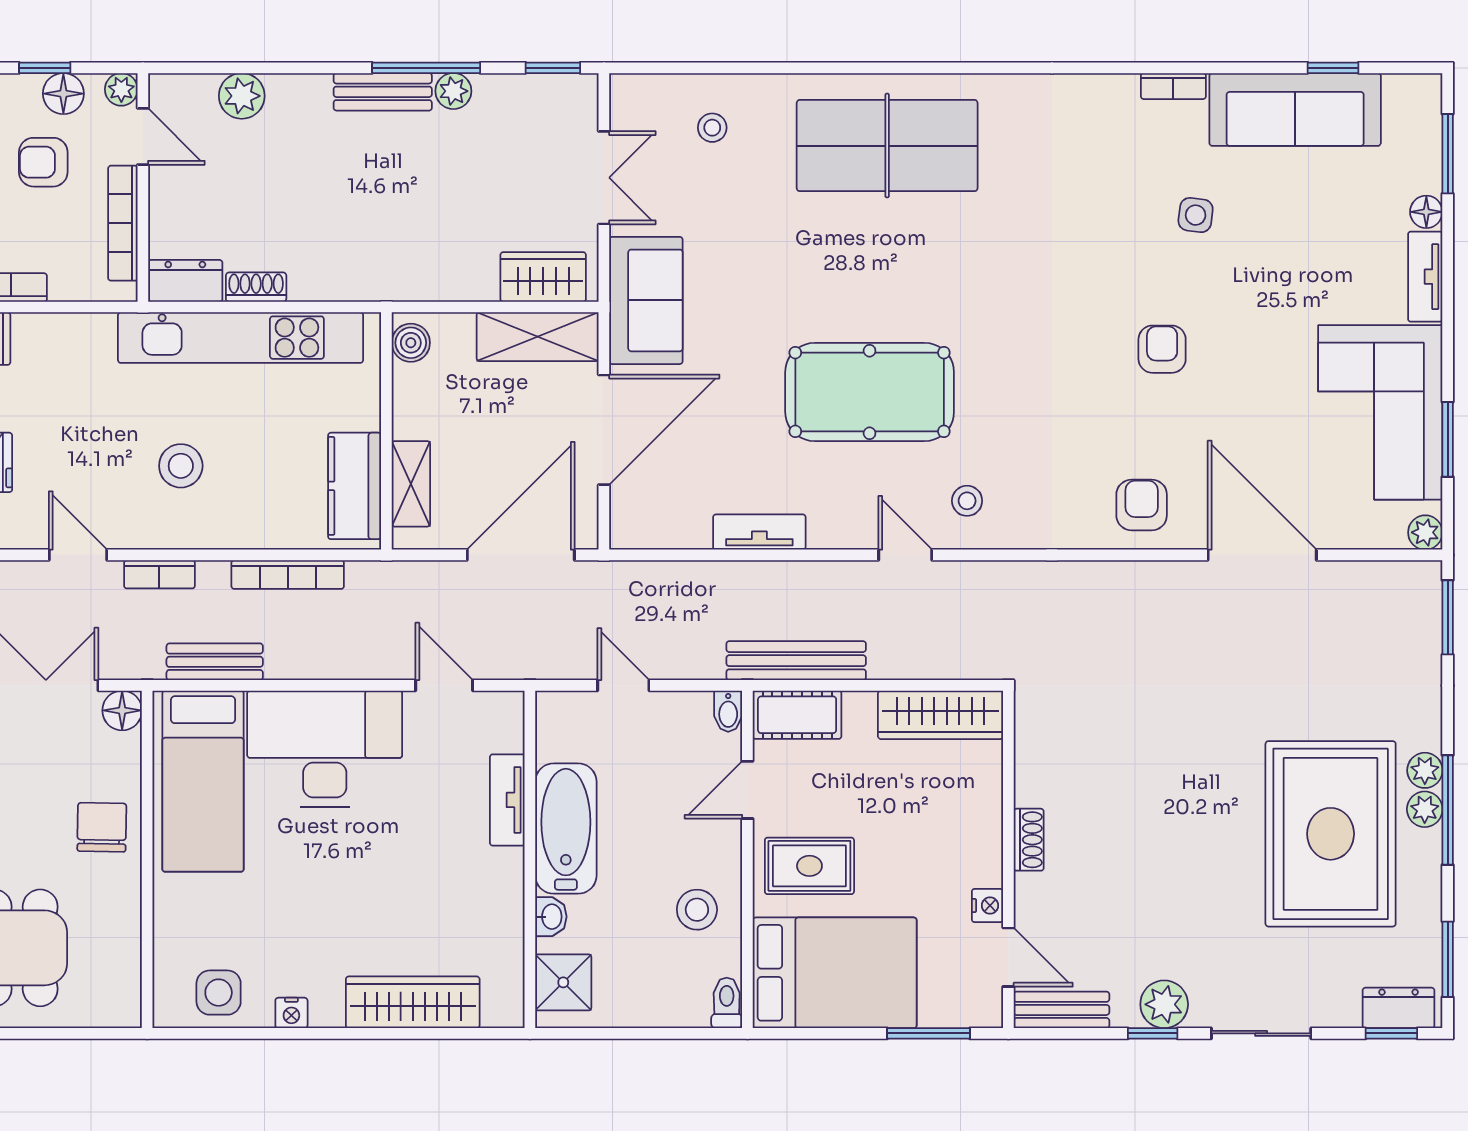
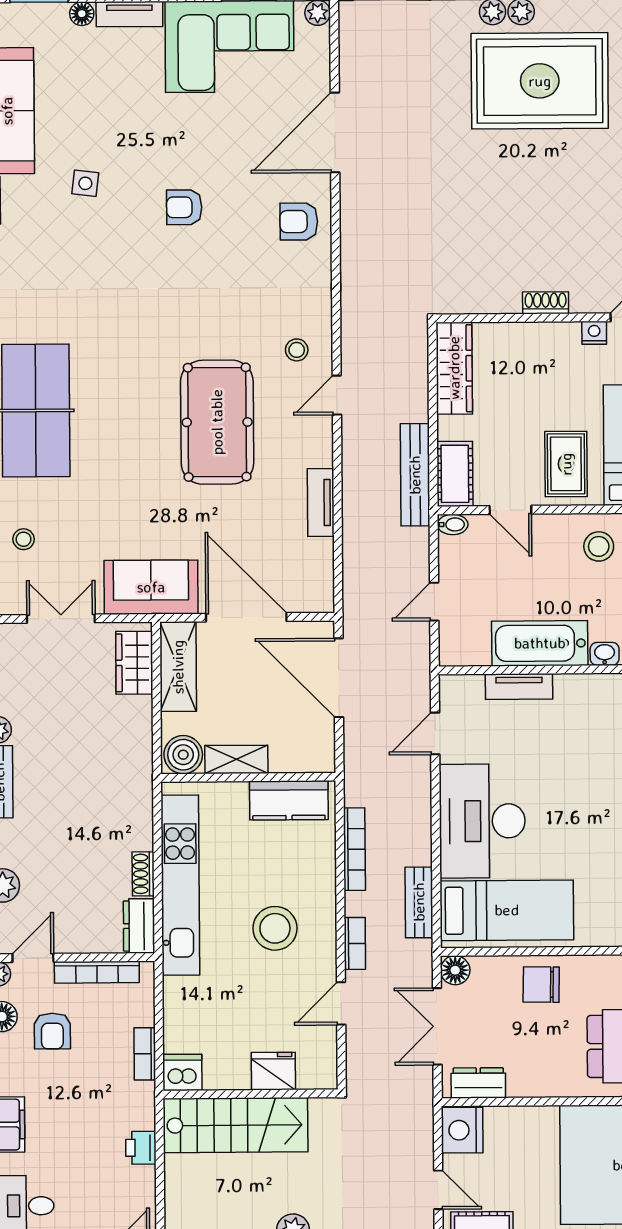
boiler: (411, 343) -> (183, 755), width x1.36, depth x1.36
stool: (181, 466) -> (275, 928), width x1.38, depth x1.38
shelving: (411, 484) -> (236, 759), moved

